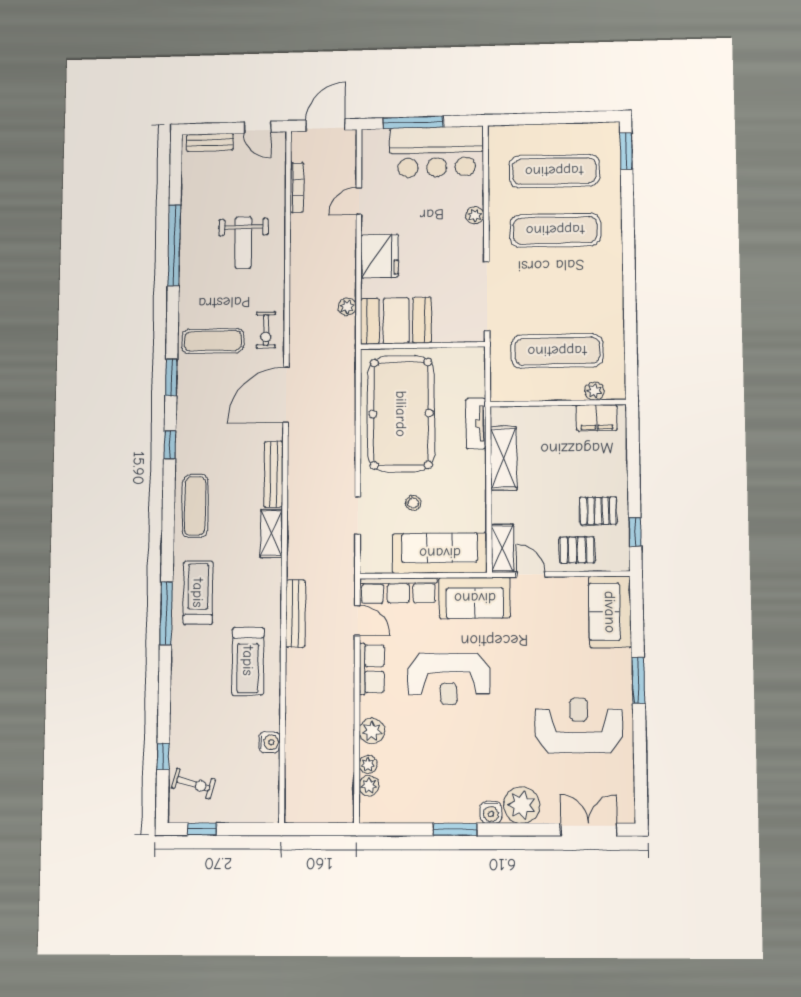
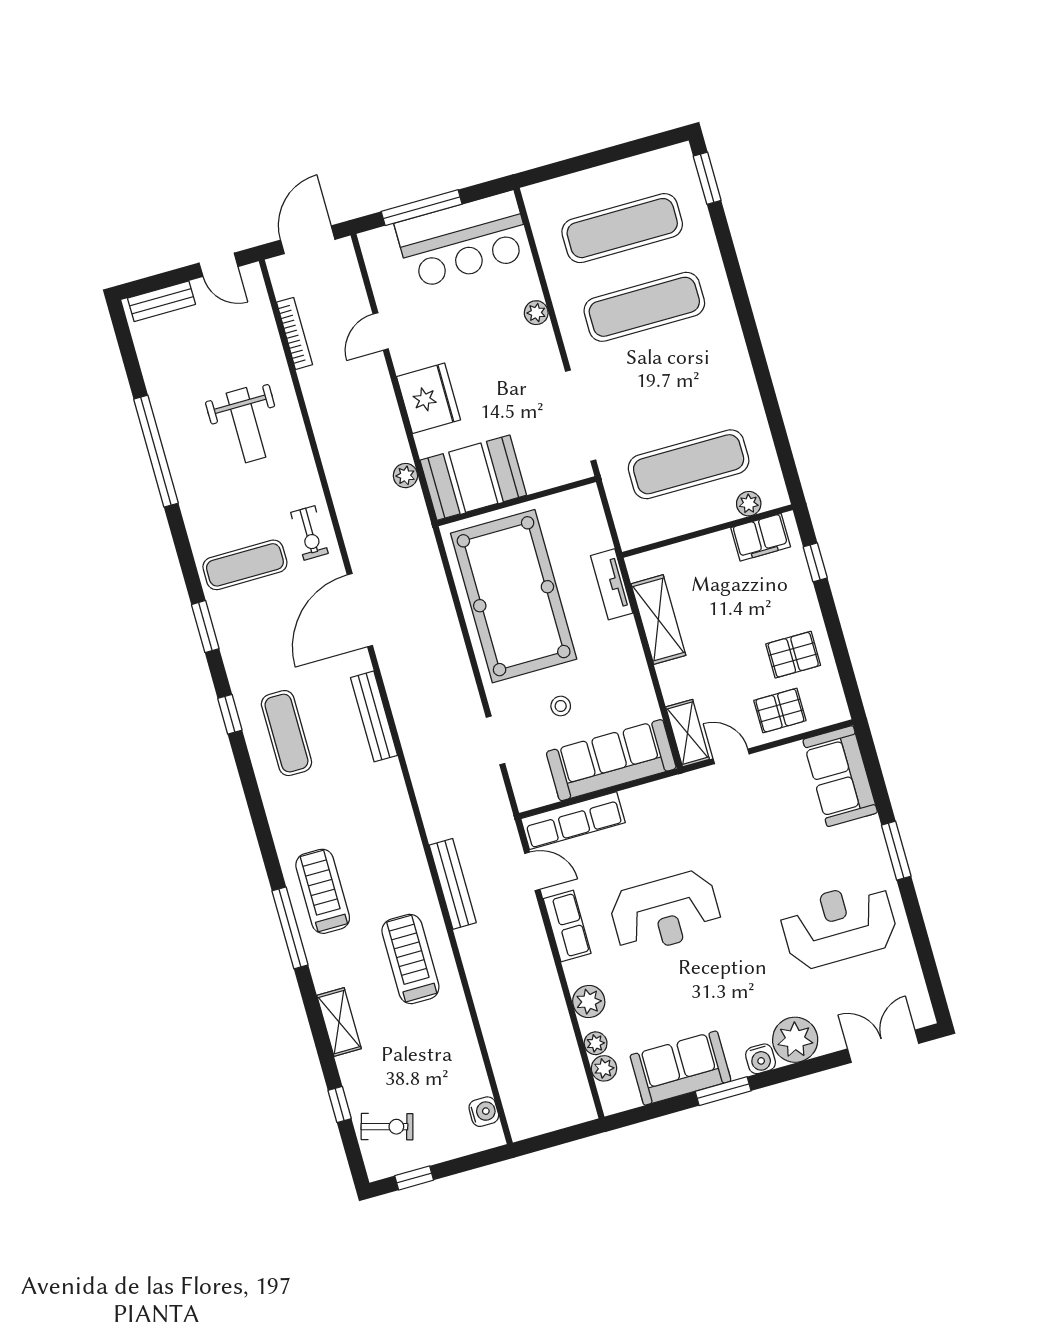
exercise mat: (195, 506) -> (286, 733), moved
window: (635, 532) -> (815, 562), moved
shelving: (271, 533) -> (339, 1022), moved
sofa: (475, 598) -> (680, 1068), moved, turned 180
treadmill: (248, 661) -> (410, 959), turned 180
water cooler: (269, 742) -> (484, 1112), moved

